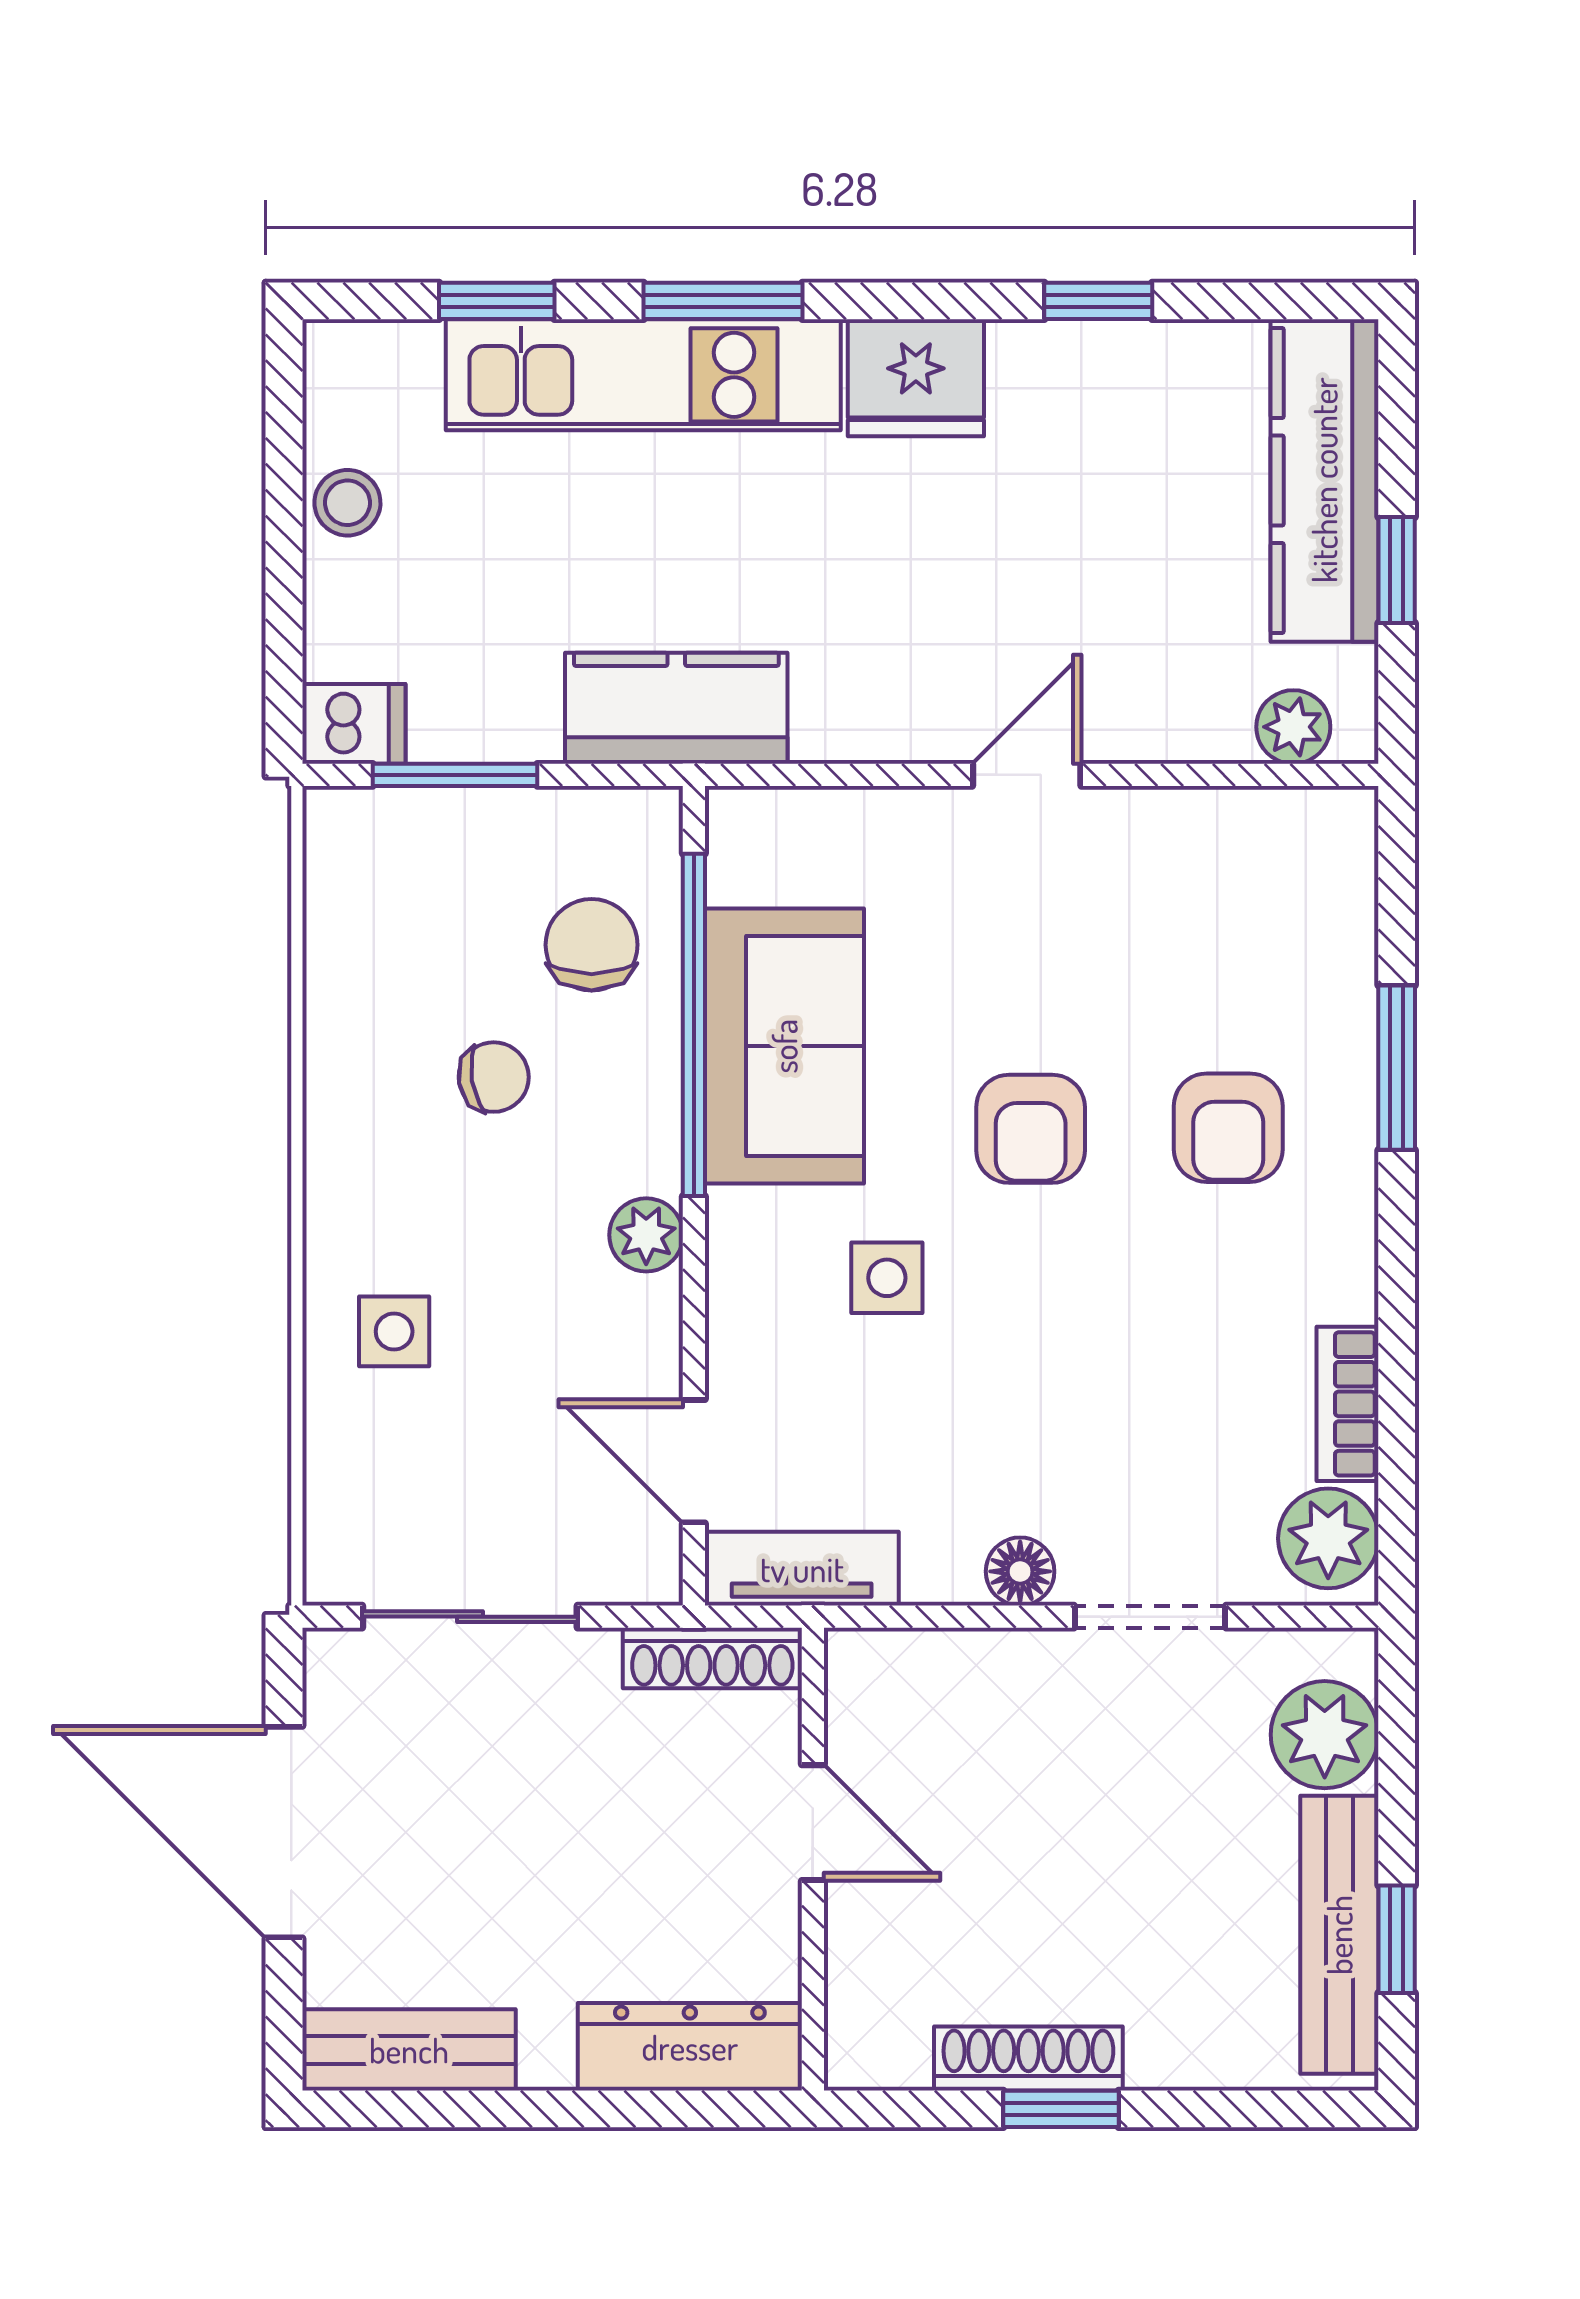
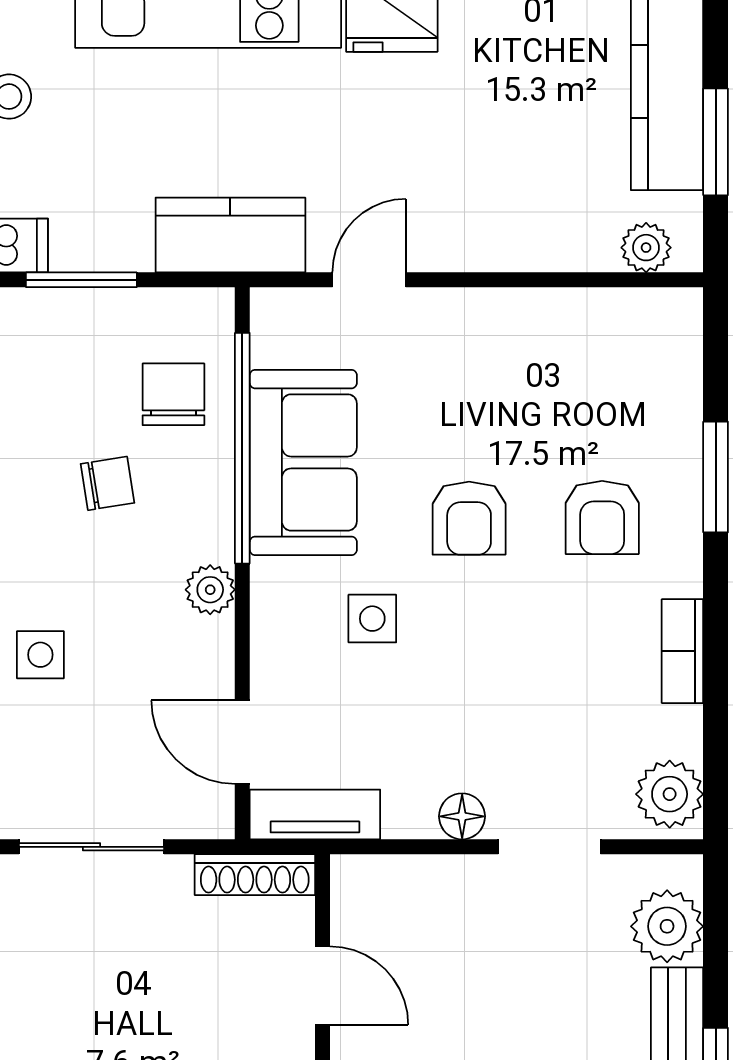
window: (1397, 570) -> (716, 142), width x1.50
door: (1027, 775) -> (369, 280), moved
bookcase: (1347, 1404) -> (682, 651), moved

